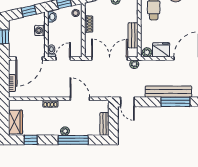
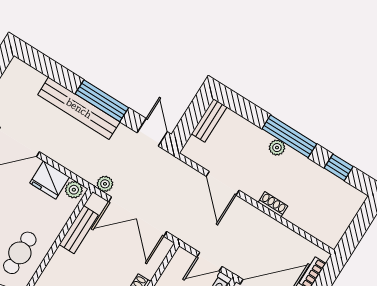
window: (175, 102) -> (102, 101), moved
wardrobe: (15, 122) -> (345, 210), removed
window: (73, 140) -> (289, 136), moved

